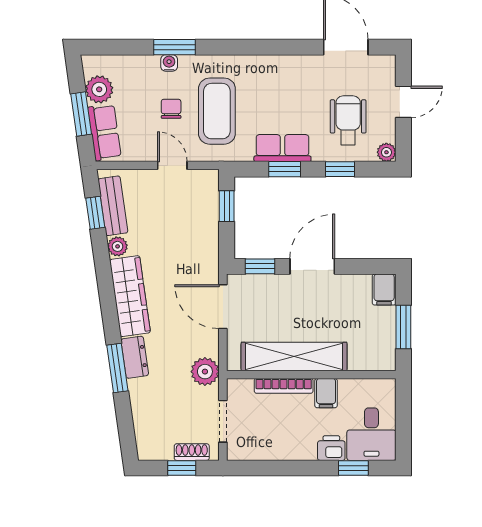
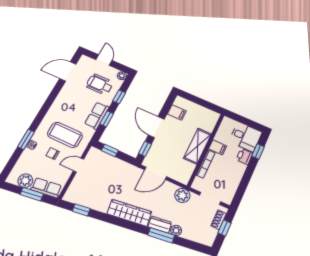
bench: (113, 206) -> (82, 200), removed
plant: (118, 246) -> (176, 230), moved
filing cabinet: (384, 290) -> (177, 112), moved
window: (403, 327) -> (202, 103), removed
shelving: (294, 356) -> (197, 146), width x0.68

